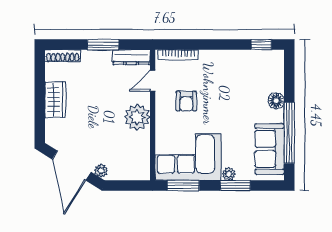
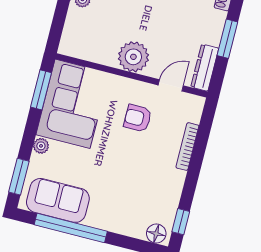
bookcase: (178, 55) -> (187, 147), moved
door: (153, 81) -> (171, 85), hinge flipped
floor lamp: (276, 101) -> (156, 234), moved
window: (235, 185) -> (19, 177), moved

